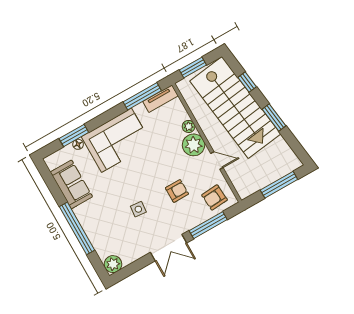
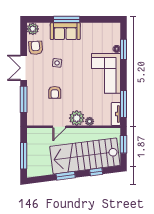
sofa: (71, 184) -> (65, 31), moved
armchair: (214, 197) -> (36, 48), moved
window: (77, 228) -> (67, 19), width x0.68

